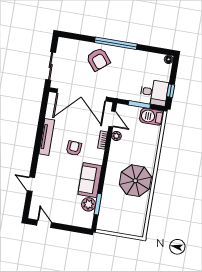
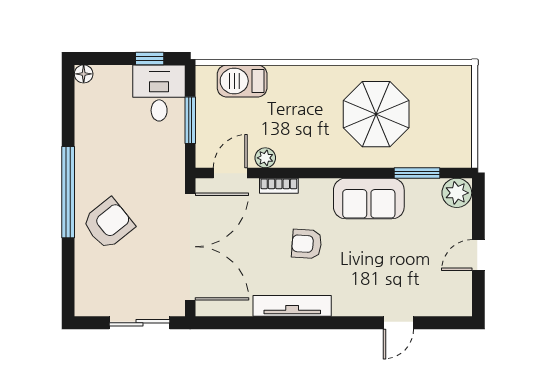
barbecue: (152, 117) -> (242, 81), moved, turned 90
parasol: (135, 181) -> (376, 114), moved
plant: (89, 204) -> (457, 193), moved
door: (44, 224) -> (478, 255), moved

